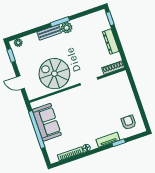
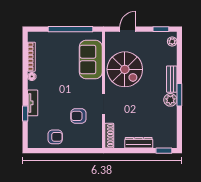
spiral stairs: (54, 74) -> (125, 69), turned 90
armchair: (106, 99) -> (78, 116), added
sofa: (47, 122) -> (91, 60), moved, turned 90
armchair: (129, 122) -> (55, 137), moved

